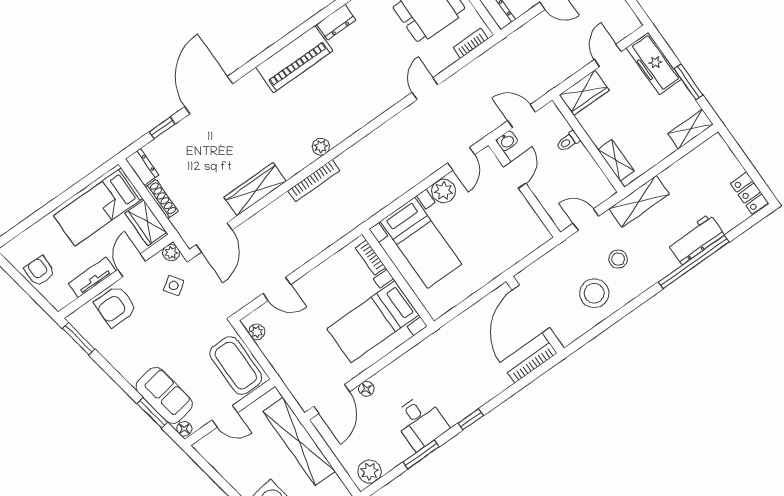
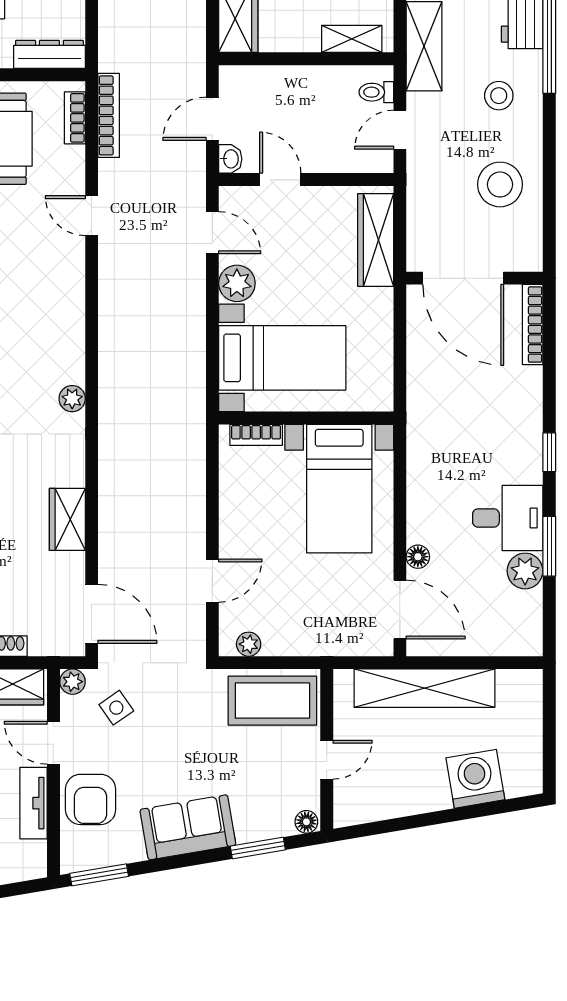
toilet: (568, 141) -> (376, 92), moved, turned 90
bookcase: (314, 181) -> (109, 115), moved
wardrobe: (255, 189) -> (67, 519), width x0.67
wardrobe: (518, 248) -> (376, 240), added
stool: (618, 259) -> (499, 96), moved
sofa: (164, 395) -> (188, 827), moved
plant: (370, 472) -> (525, 571), moved

